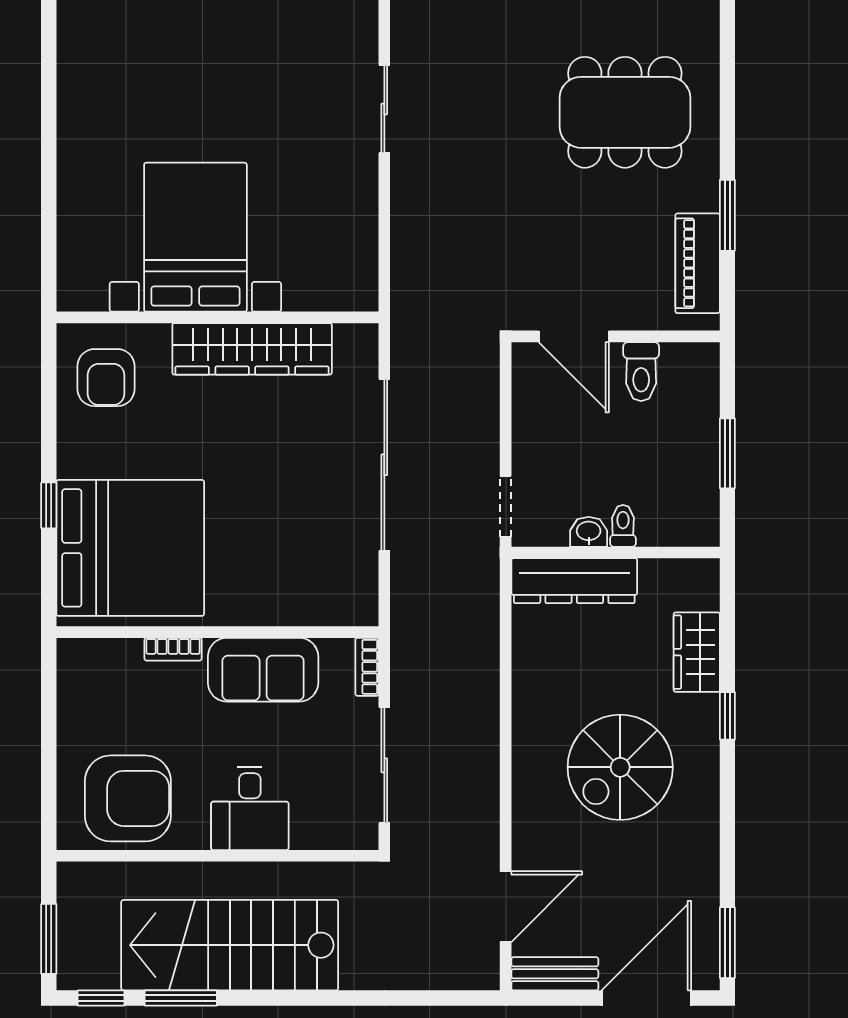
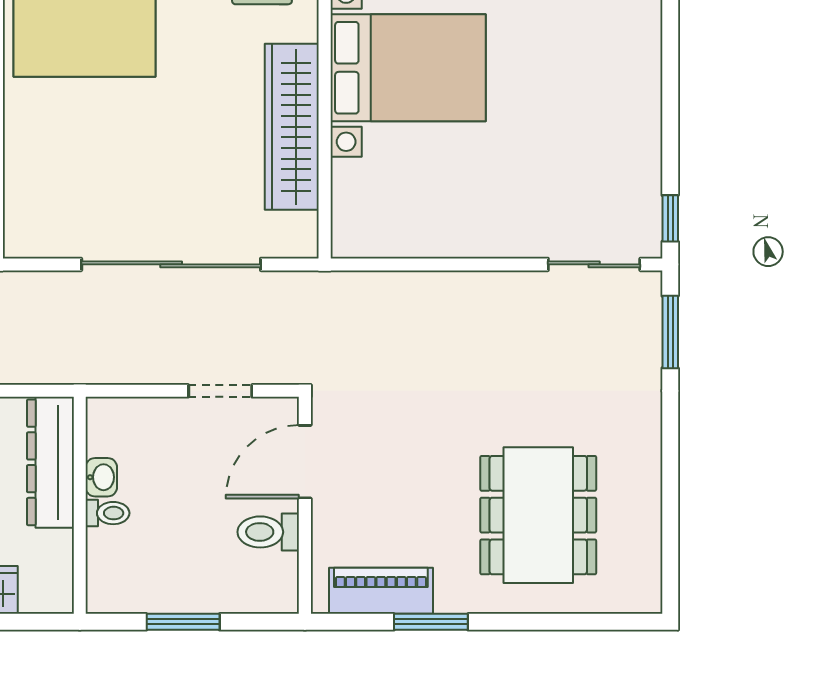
sliding door: (384, 109) -> (594, 264), moved
doorway: (506, 506) -> (220, 391), moved

